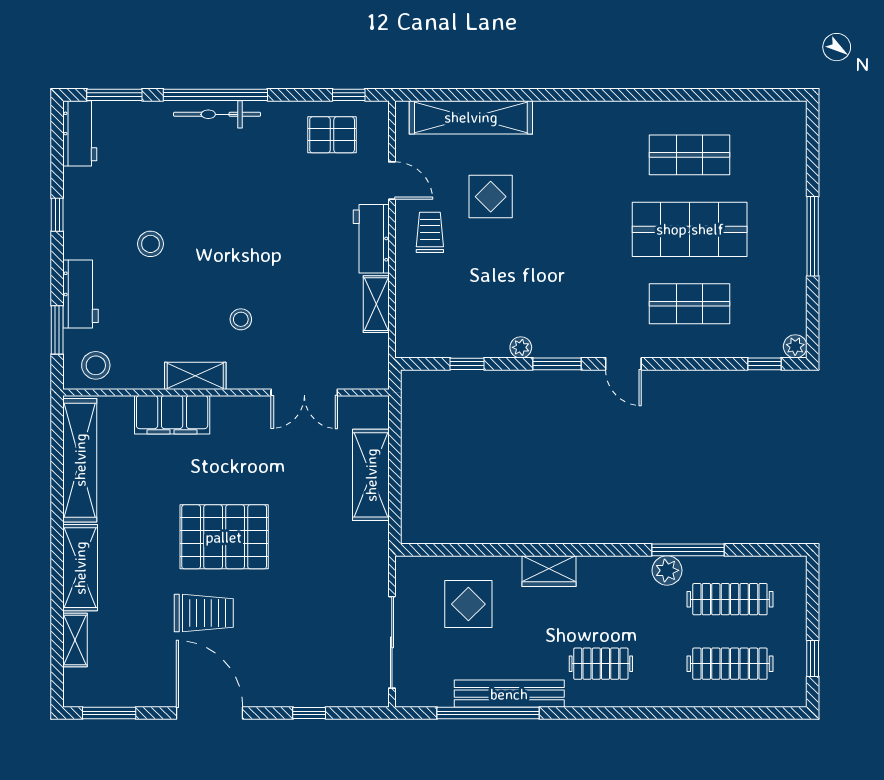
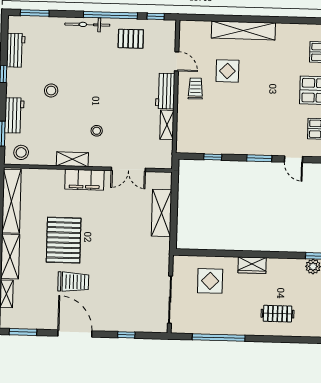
window: (215, 95) -> (110, 15), moved
shelving: (471, 117) -> (243, 30), moved
workbench: (80, 133) -> (16, 50), moved
pallet: (332, 135) -> (131, 39), moved
plant: (521, 347) -> (241, 149), removed
filing cabinet: (172, 415) -> (84, 180), moved
pallet: (224, 537) -> (64, 240), moved, turned 90
bench: (509, 694) -> (230, 328), removed

